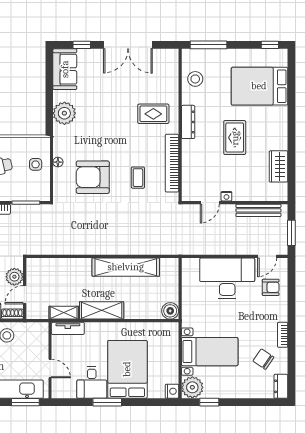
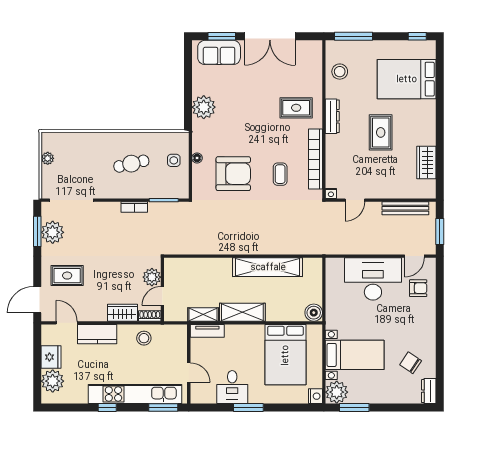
window: (82, 45) -> (222, 36), width x1.50
sofa: (65, 69) -> (219, 52), moved, turned 90
armchair: (93, 177) -> (233, 174), turned 180
nightstand: (226, 196) -> (331, 193), moved
bookcase: (283, 335) -> (431, 338), removed
bed: (127, 369) -> (285, 355), moved, turned 180
window: (209, 402) -> (354, 408), width x1.50

